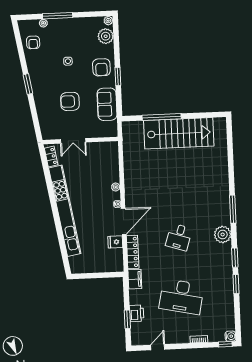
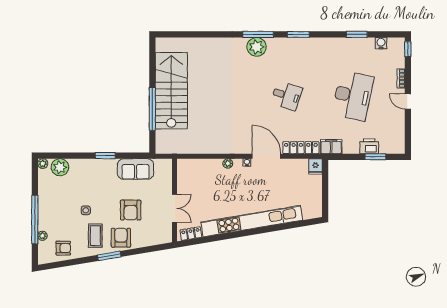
window: (58, 16) -> (35, 220), width x1.46
armchair: (101, 67) -> (121, 238), moved, turned -90
coffee table: (46, 71) -> (95, 236), added
plant: (223, 234) -> (257, 47), moved
fridge: (115, 242) -> (315, 166), moved
window: (235, 258) -> (298, 34), moved
window: (236, 284) -> (357, 34), moved
water cooler: (230, 336) -> (381, 43), moved
door: (158, 347) -> (408, 101), moved

